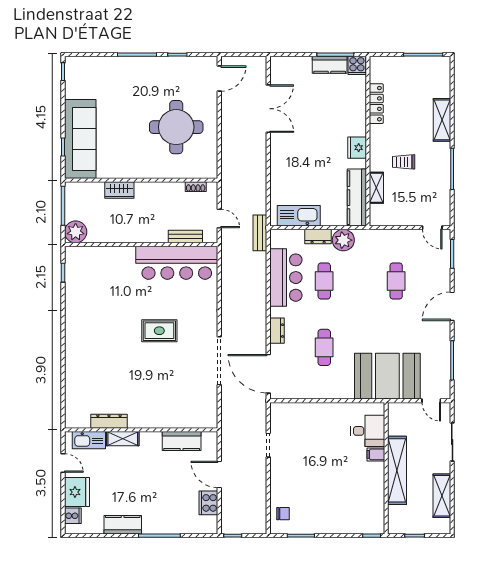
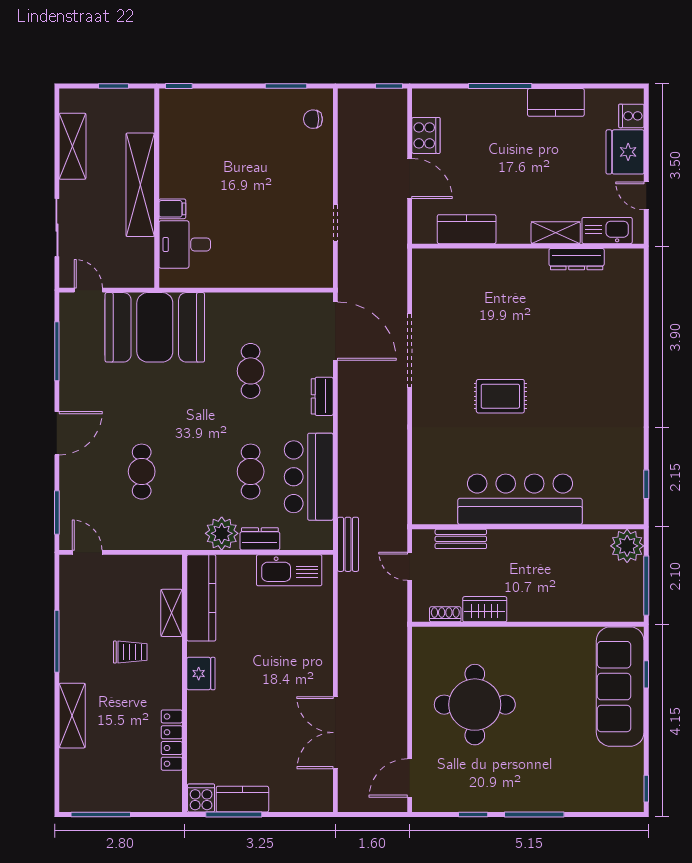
wardrobe: (119, 190) -> (485, 609), moved
bar counter: (177, 263) -> (520, 499), moved

